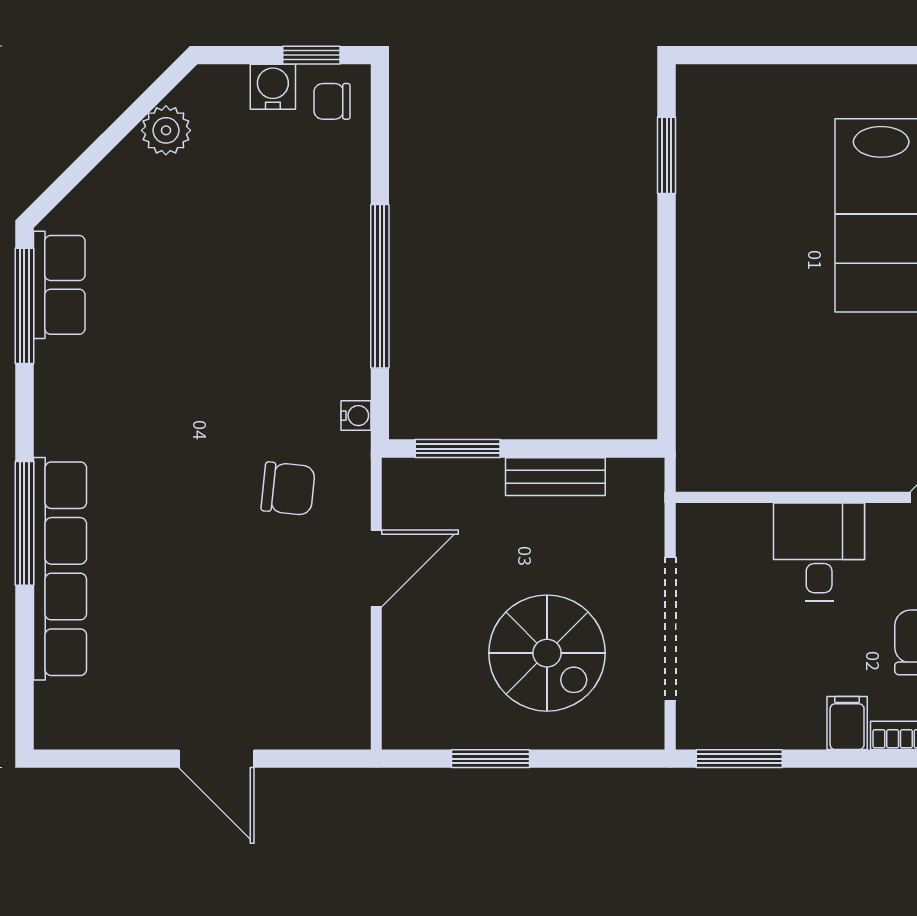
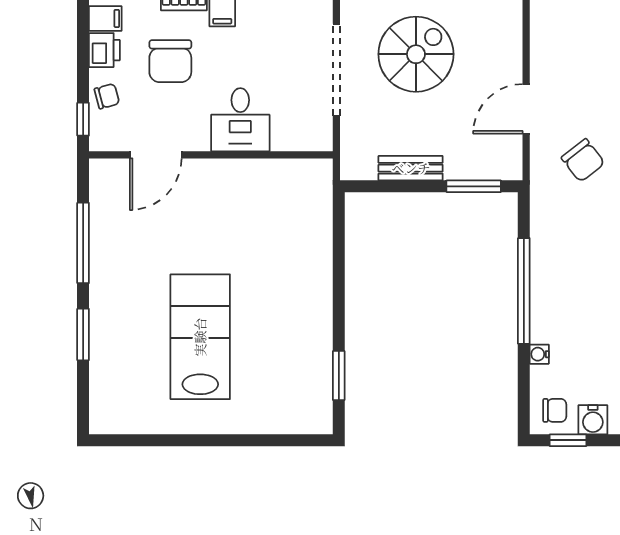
water cooler: (356, 416) -> (539, 354), moved
chair: (288, 489) -> (583, 160), turned -134
spiral stairs: (547, 653) -> (416, 54), turned 90

